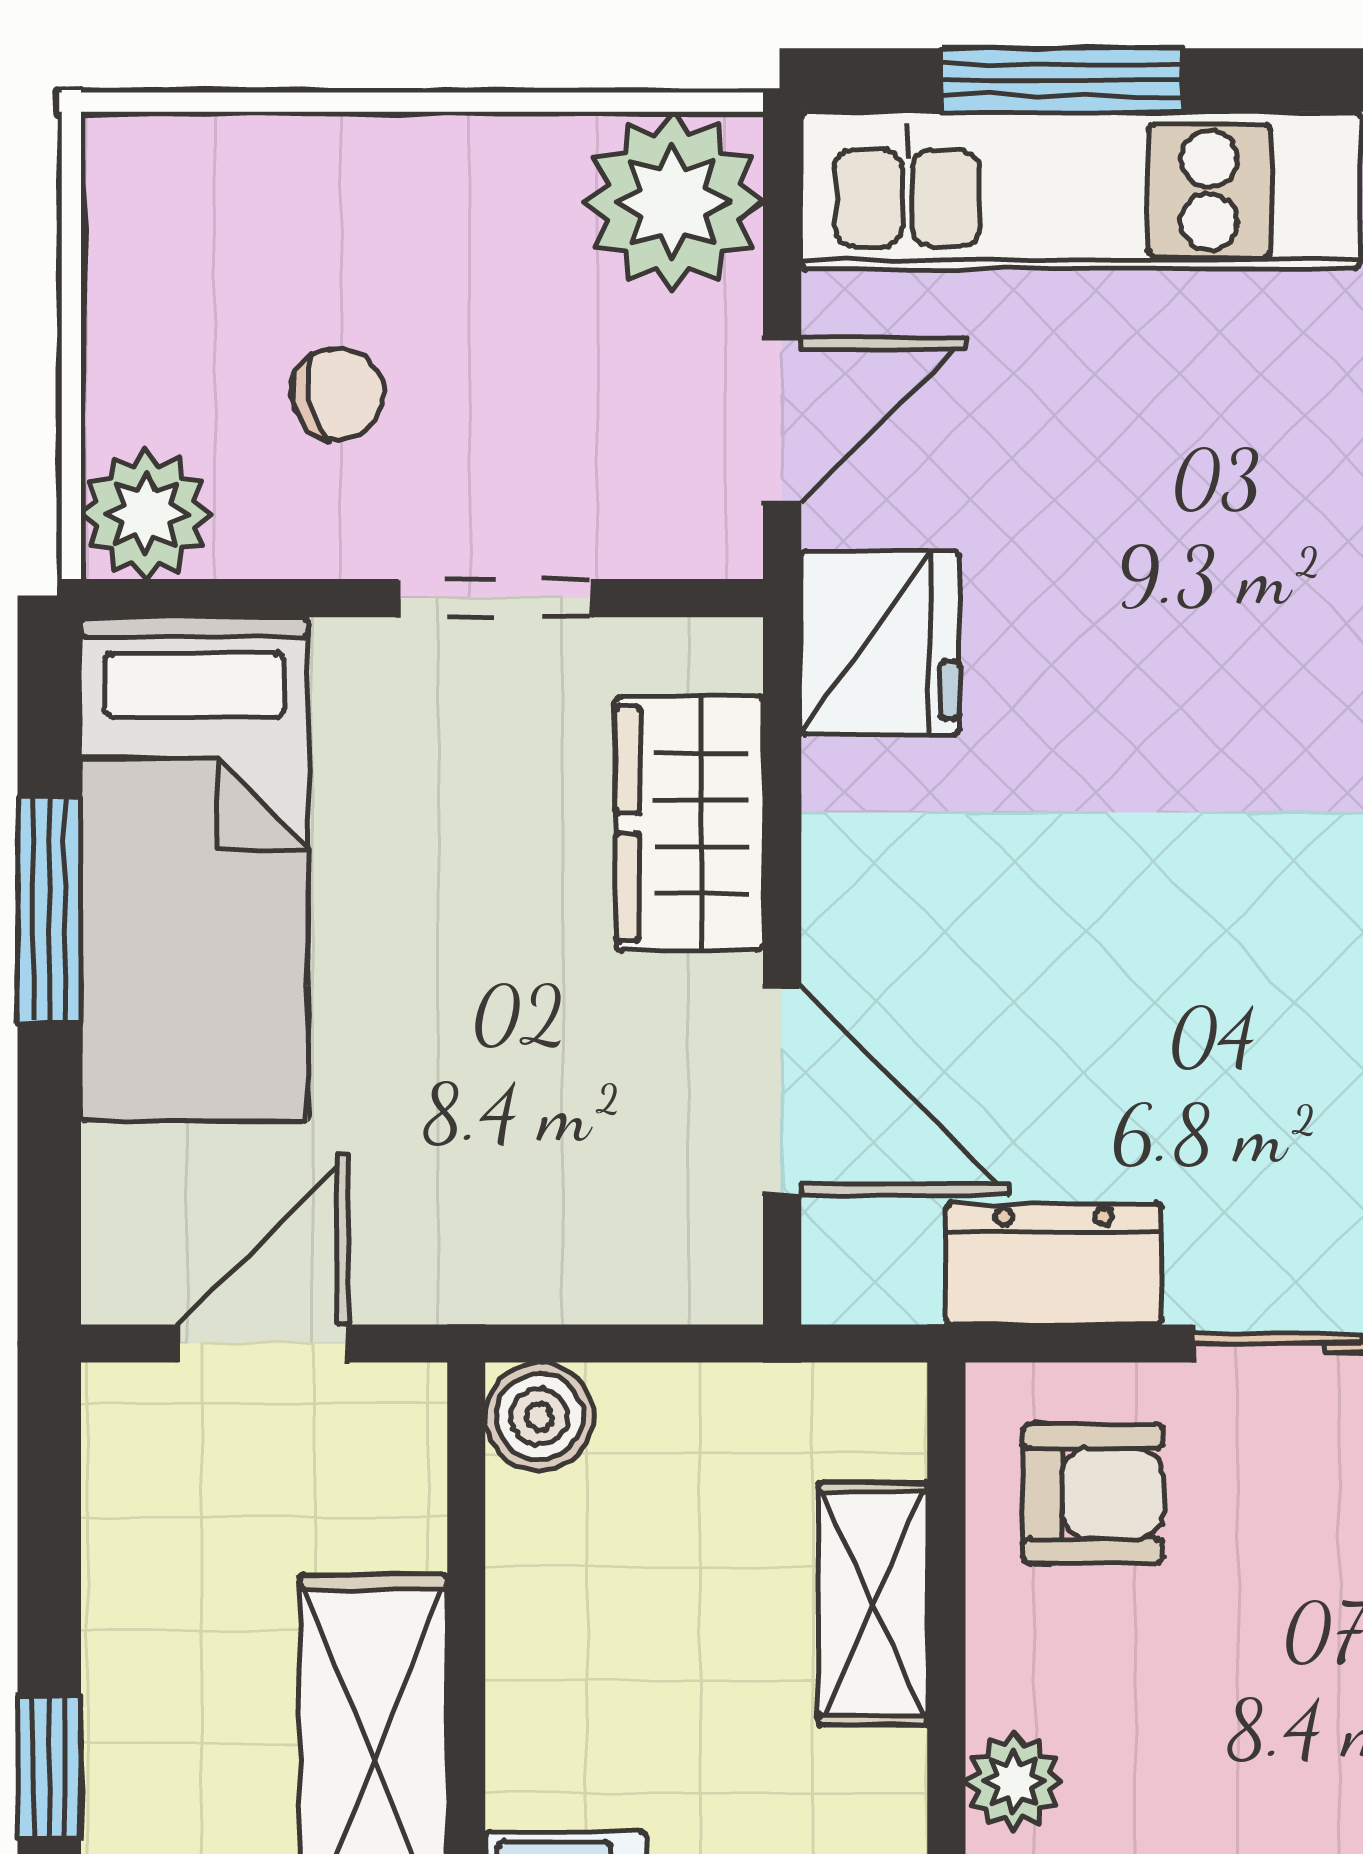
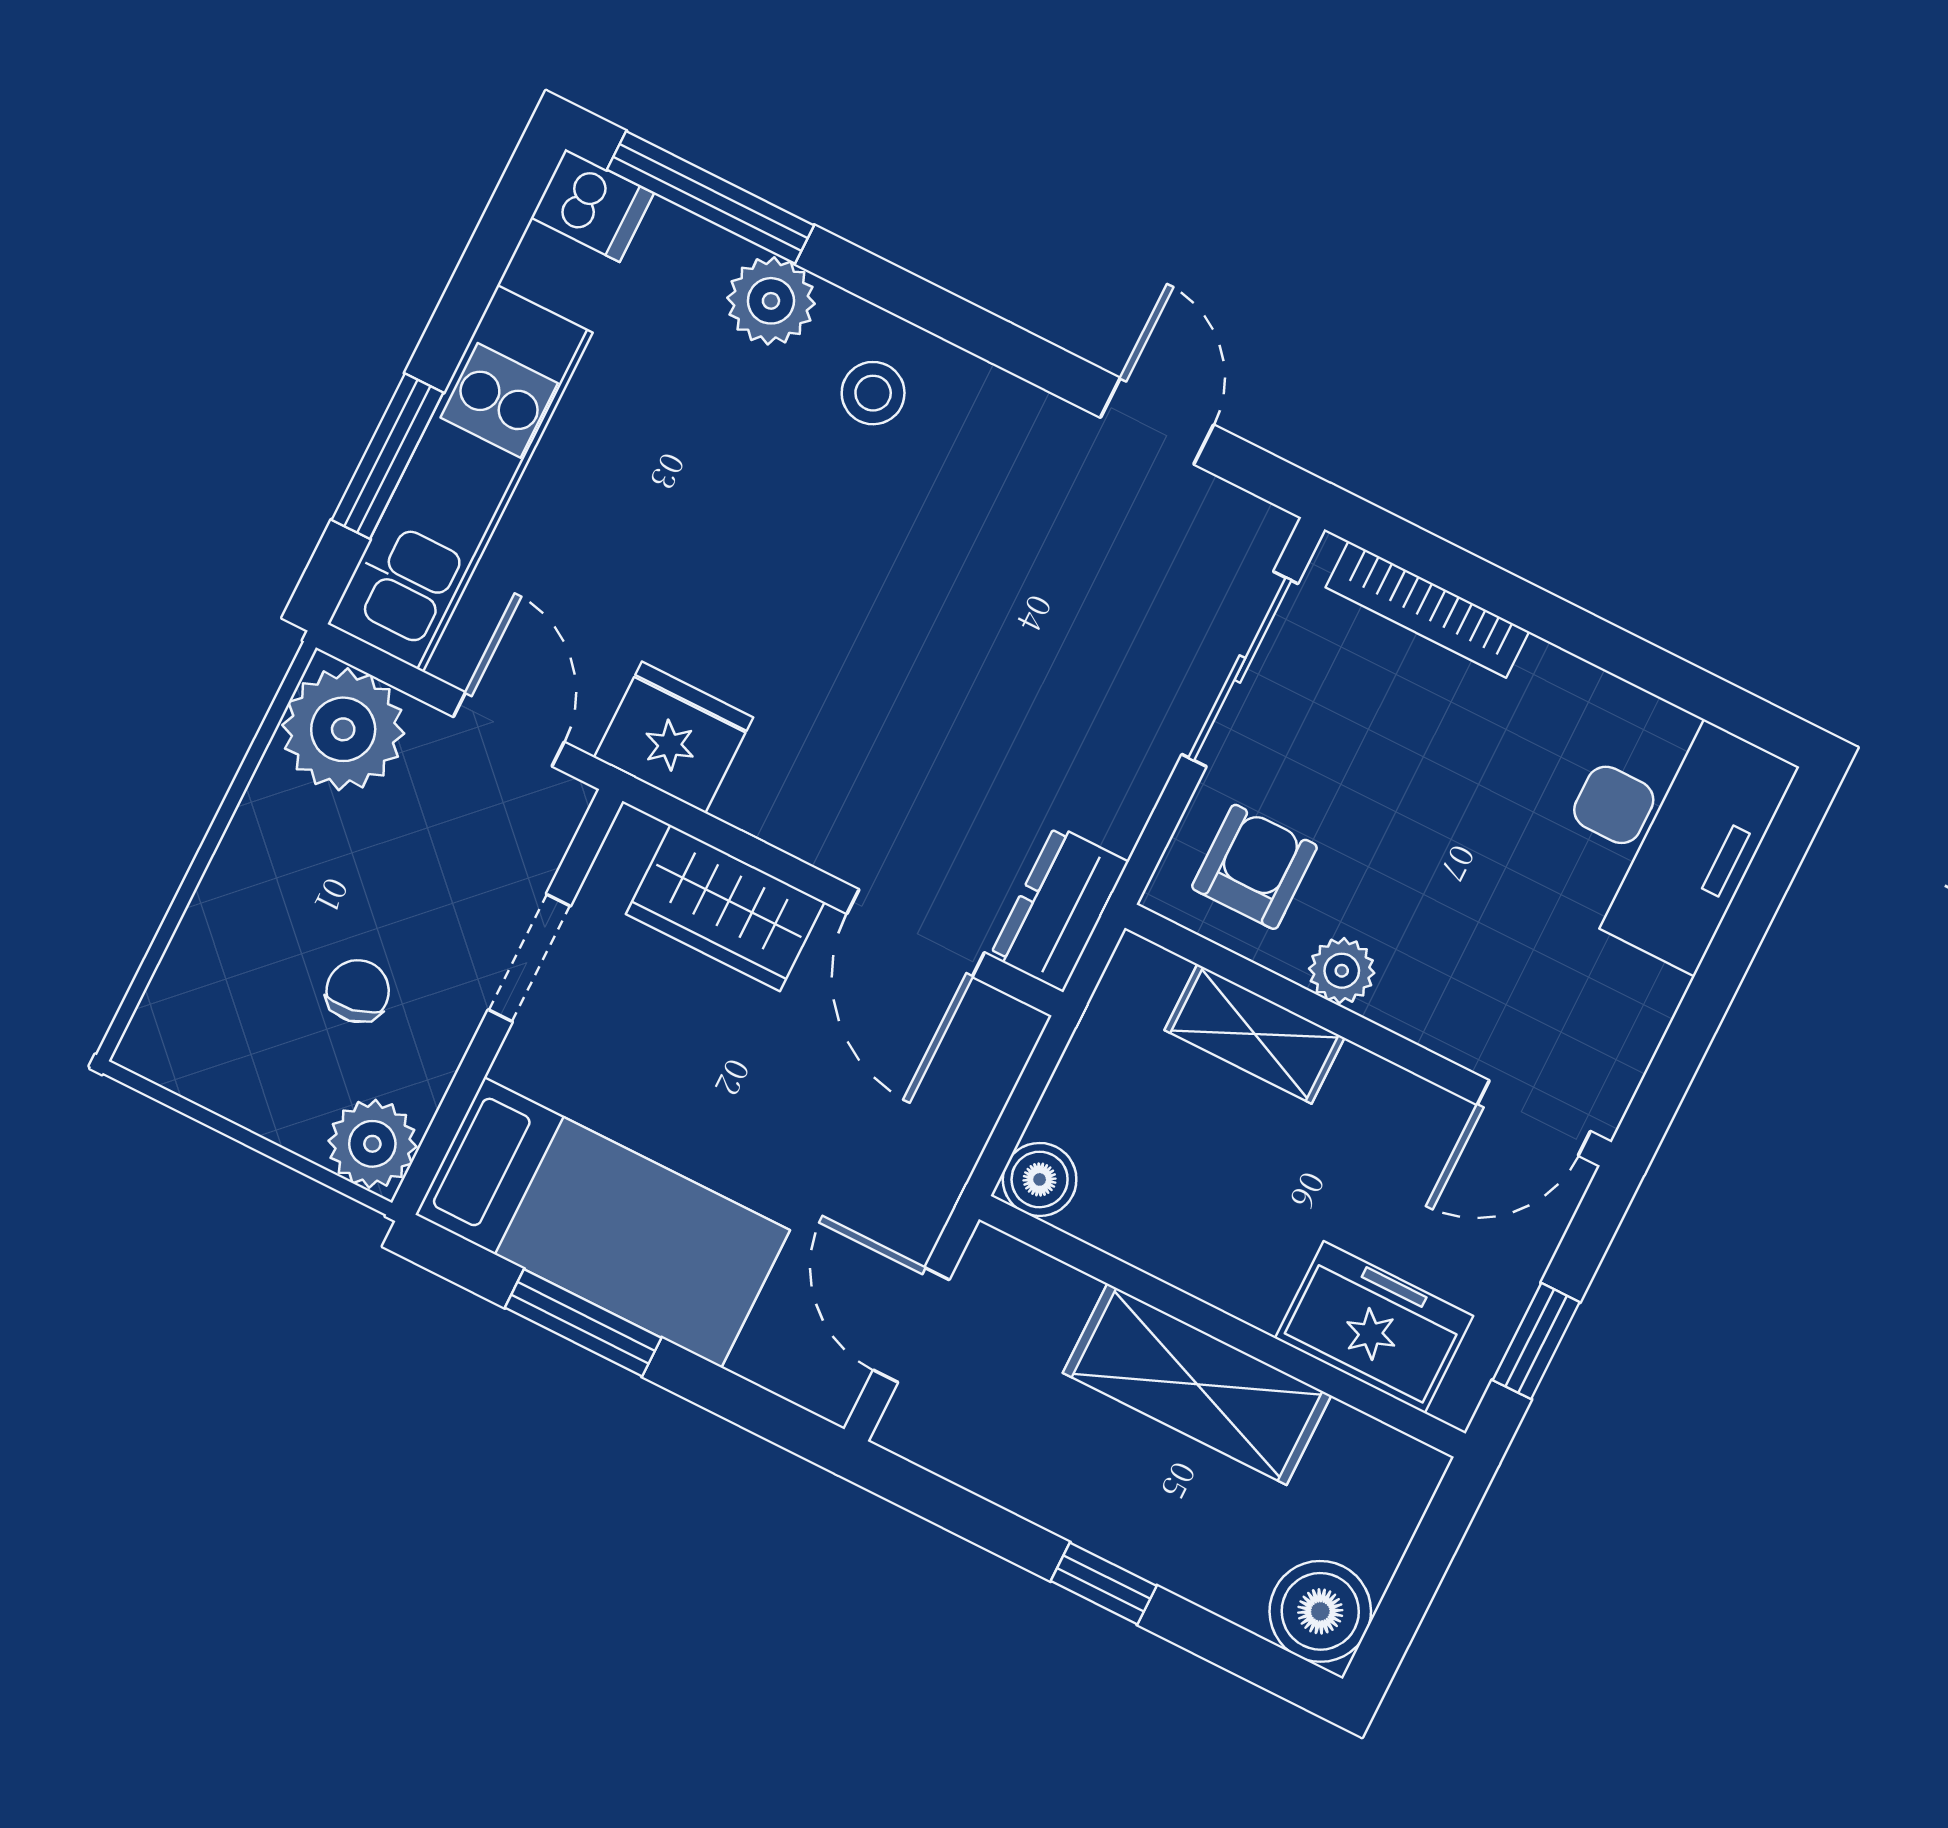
door: (782, 1091) -> (916, 933), swing flipped
dresser: (1054, 1264) -> (1059, 909), moved
plant: (1014, 1782) -> (1342, 971), moved

